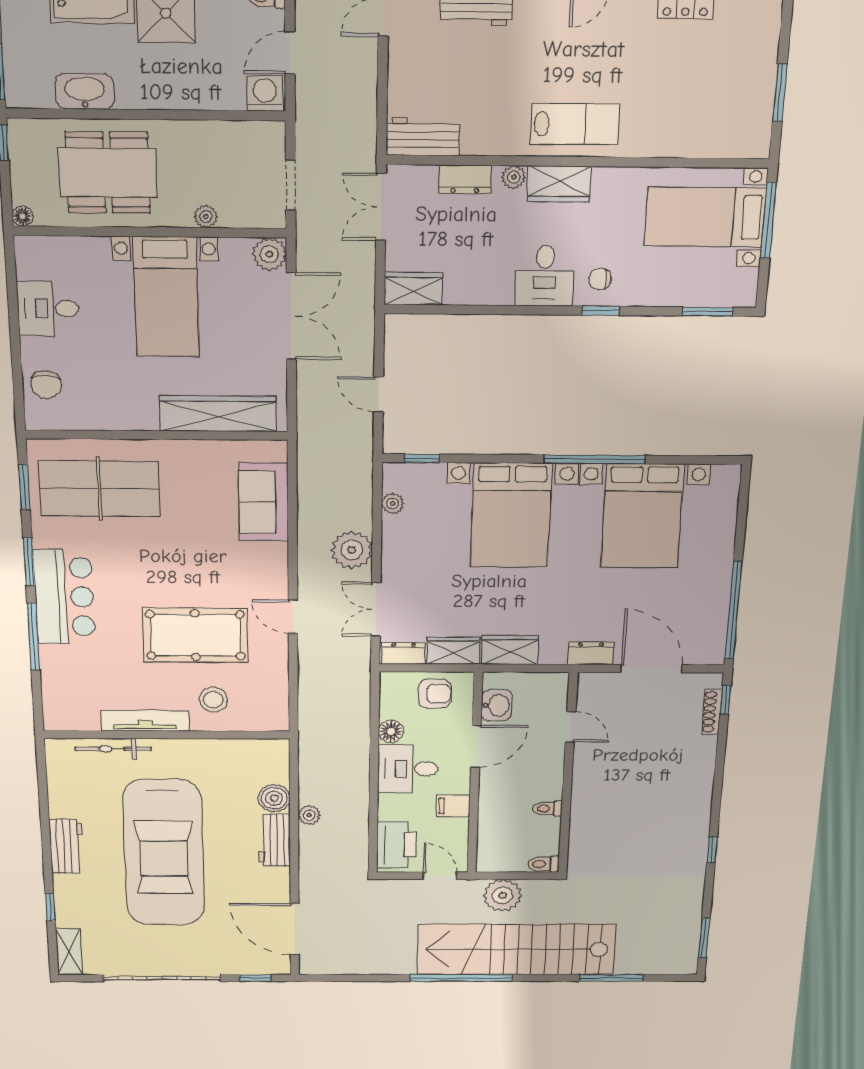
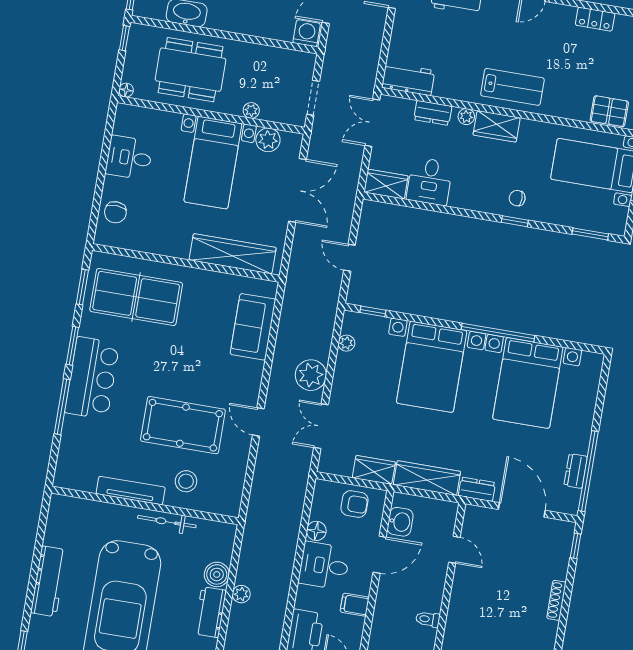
pallet: (719, 137) -> (609, 111), added
plant: (269, 254) -> (268, 140), moved
desk: (545, 276) -> (430, 181), moved
wardrobe: (510, 650) -> (427, 478), width x1.50
dresser: (403, 653) -> (576, 471), moved, turned -90
shoe rack: (712, 712) -> (556, 600), moved
bicycle: (113, 749) -> (167, 522), moved
workbench: (67, 846) -> (49, 581), width x1.38

